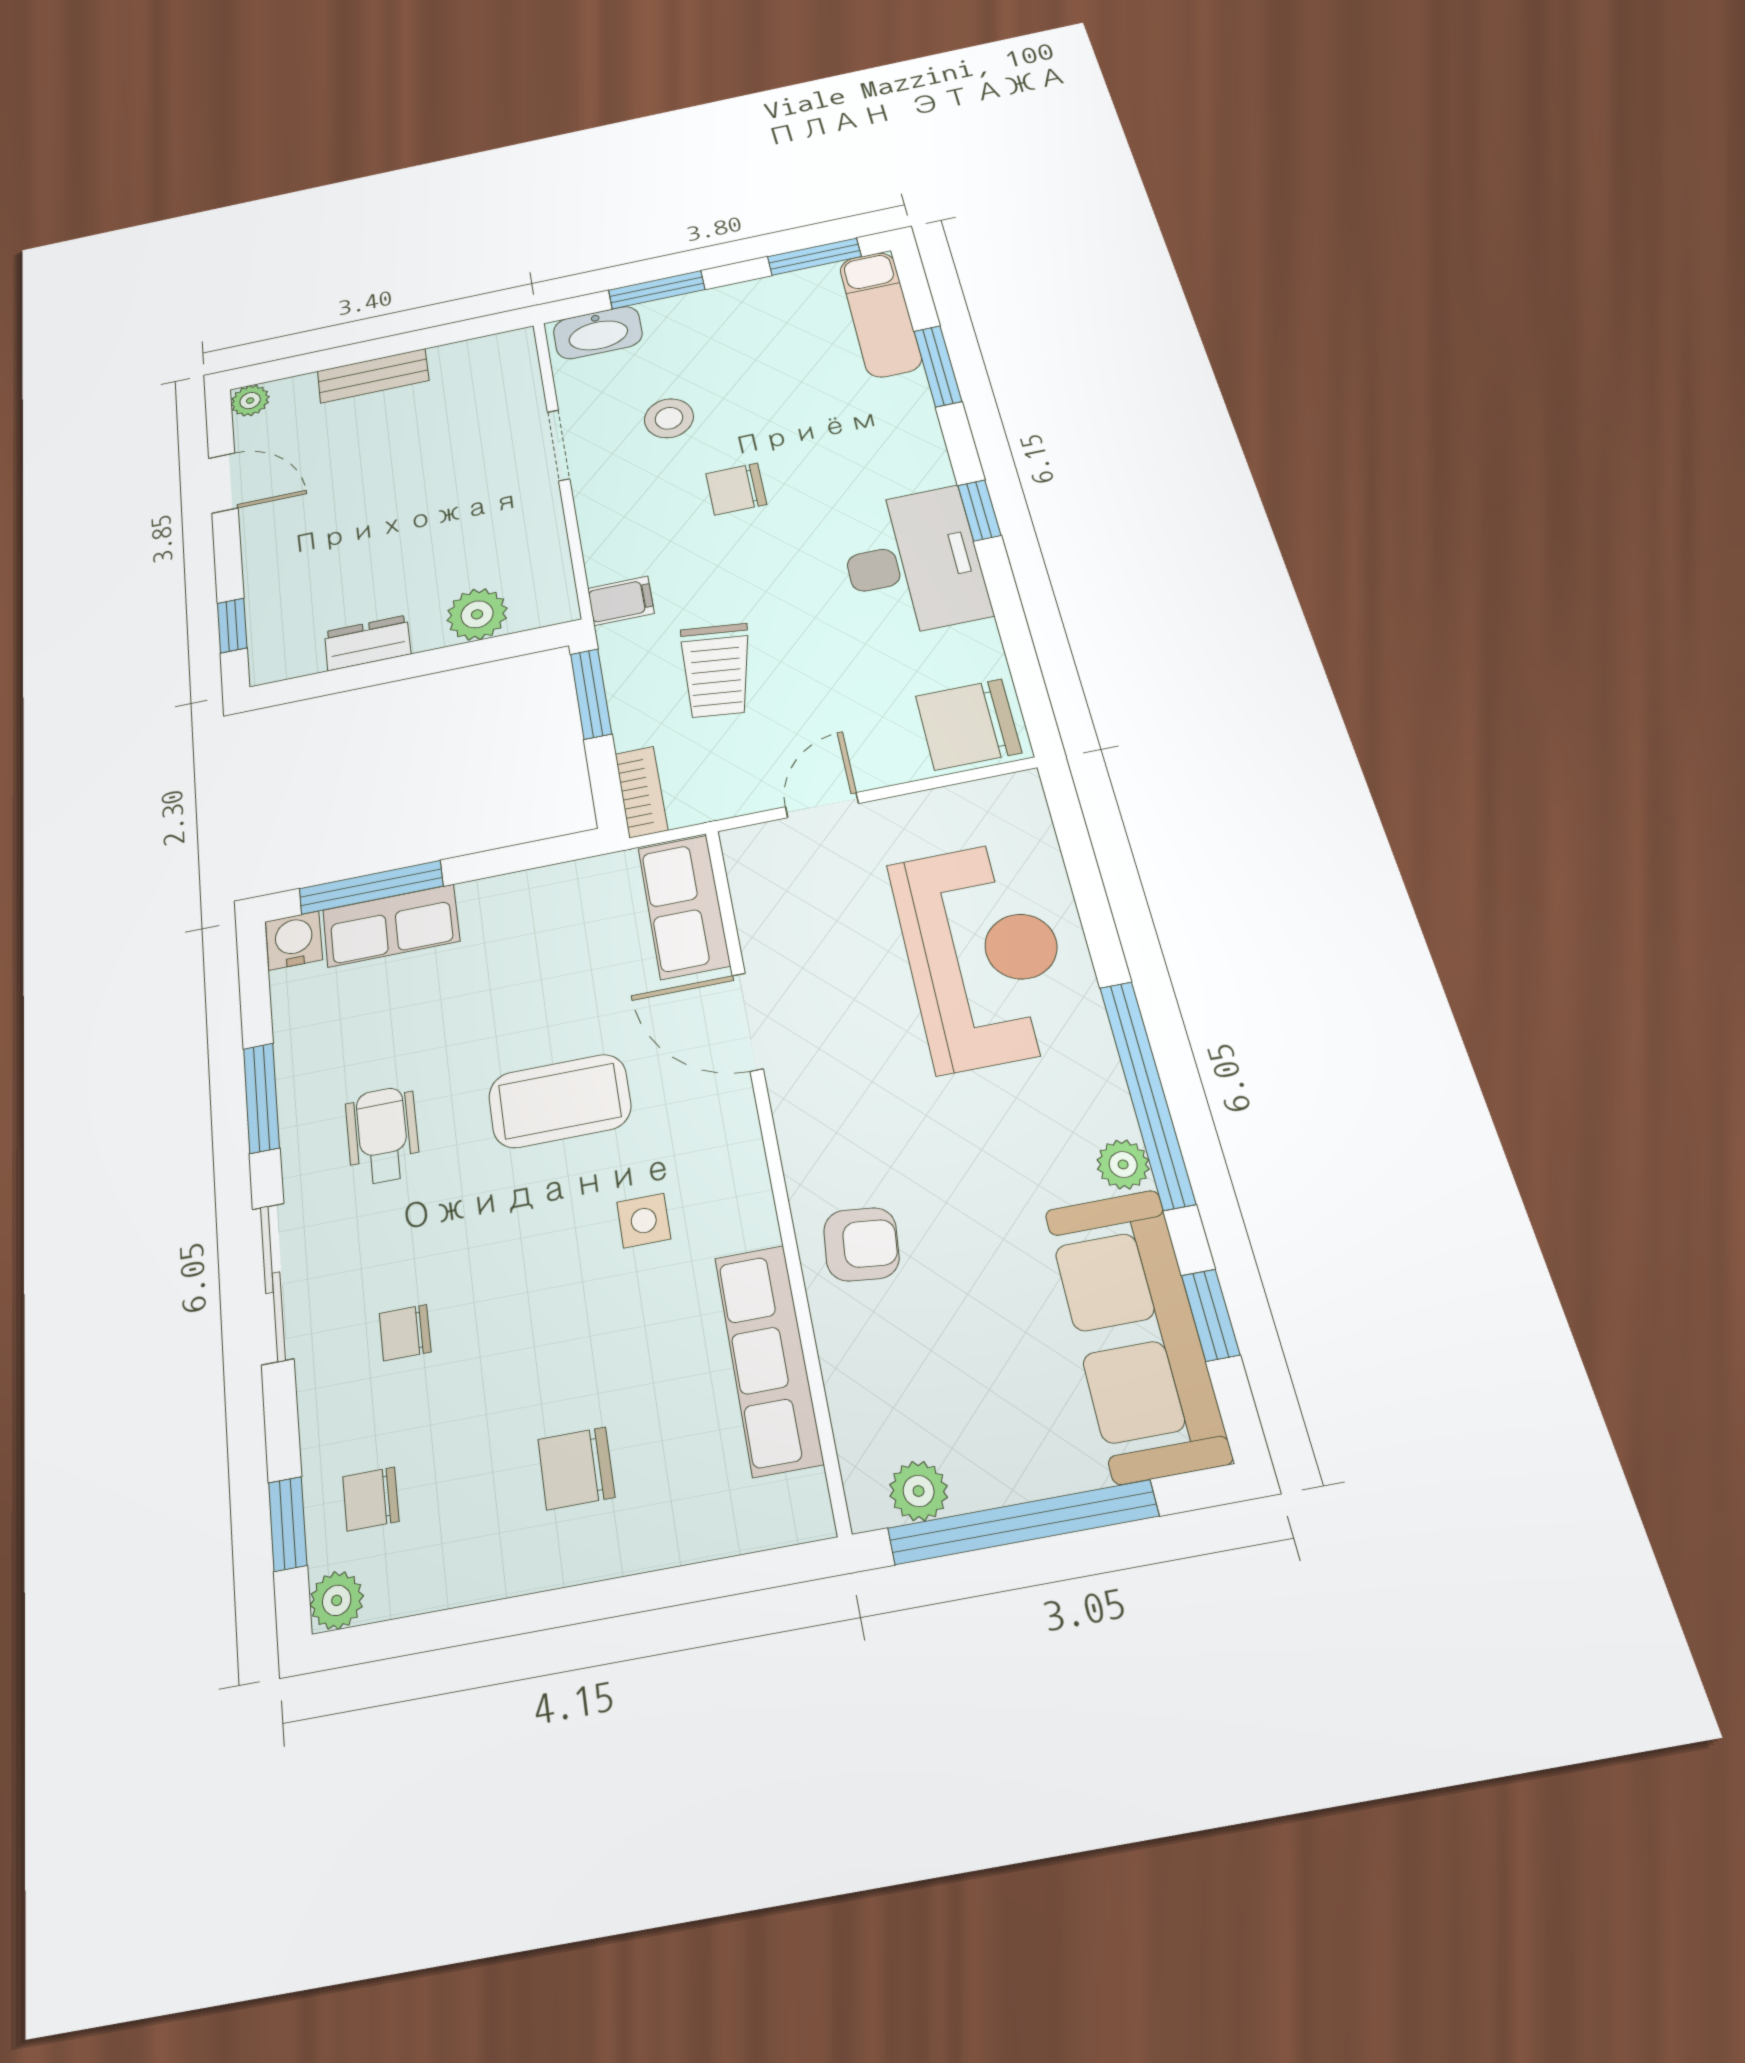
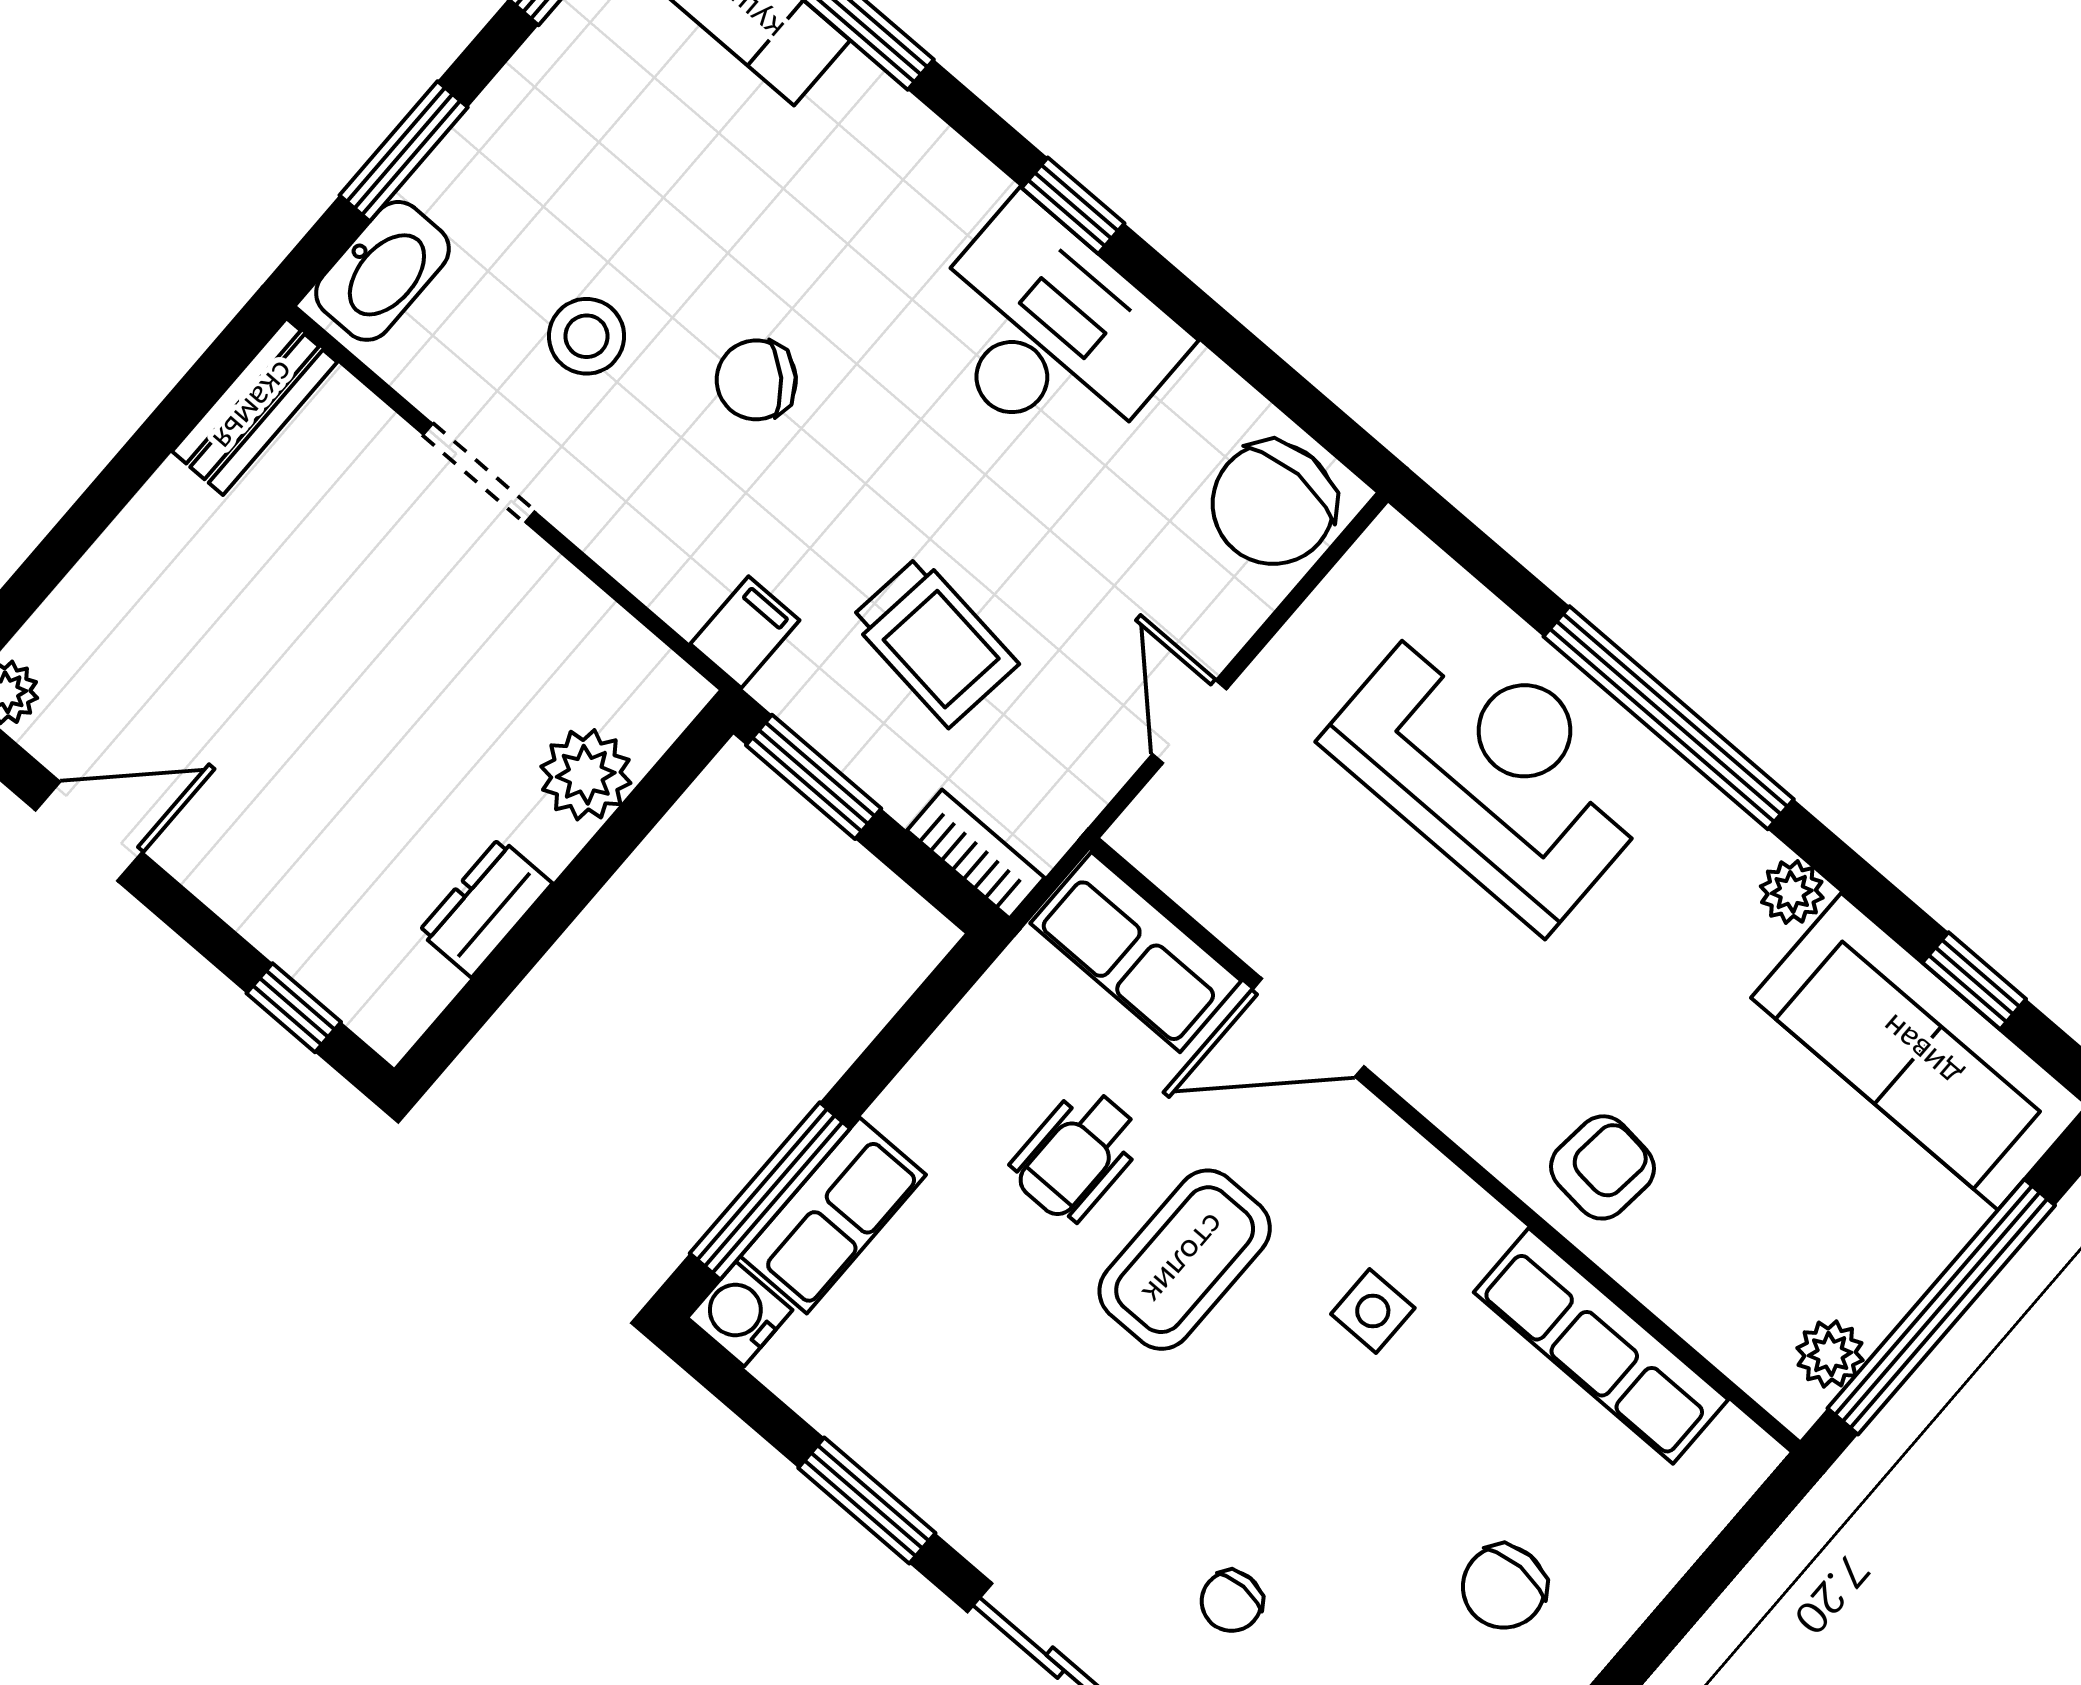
bench: (373, 376) -> (255, 407), moved
chair: (736, 489) -> (756, 380), turned 45
window: (1147, 1093) -> (1669, 718), moved
wheelchair: (382, 1135) -> (1077, 1155), moved, turned -90

